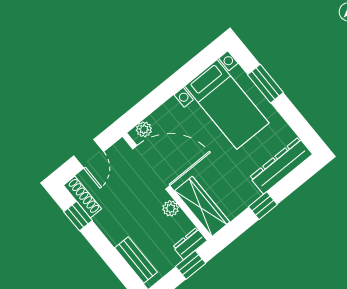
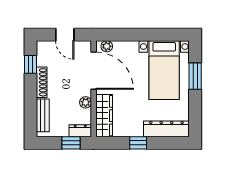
door: (89, 154) -> (65, 35), hinge flipped
shoe rack: (82, 197) -> (42, 82), moved

